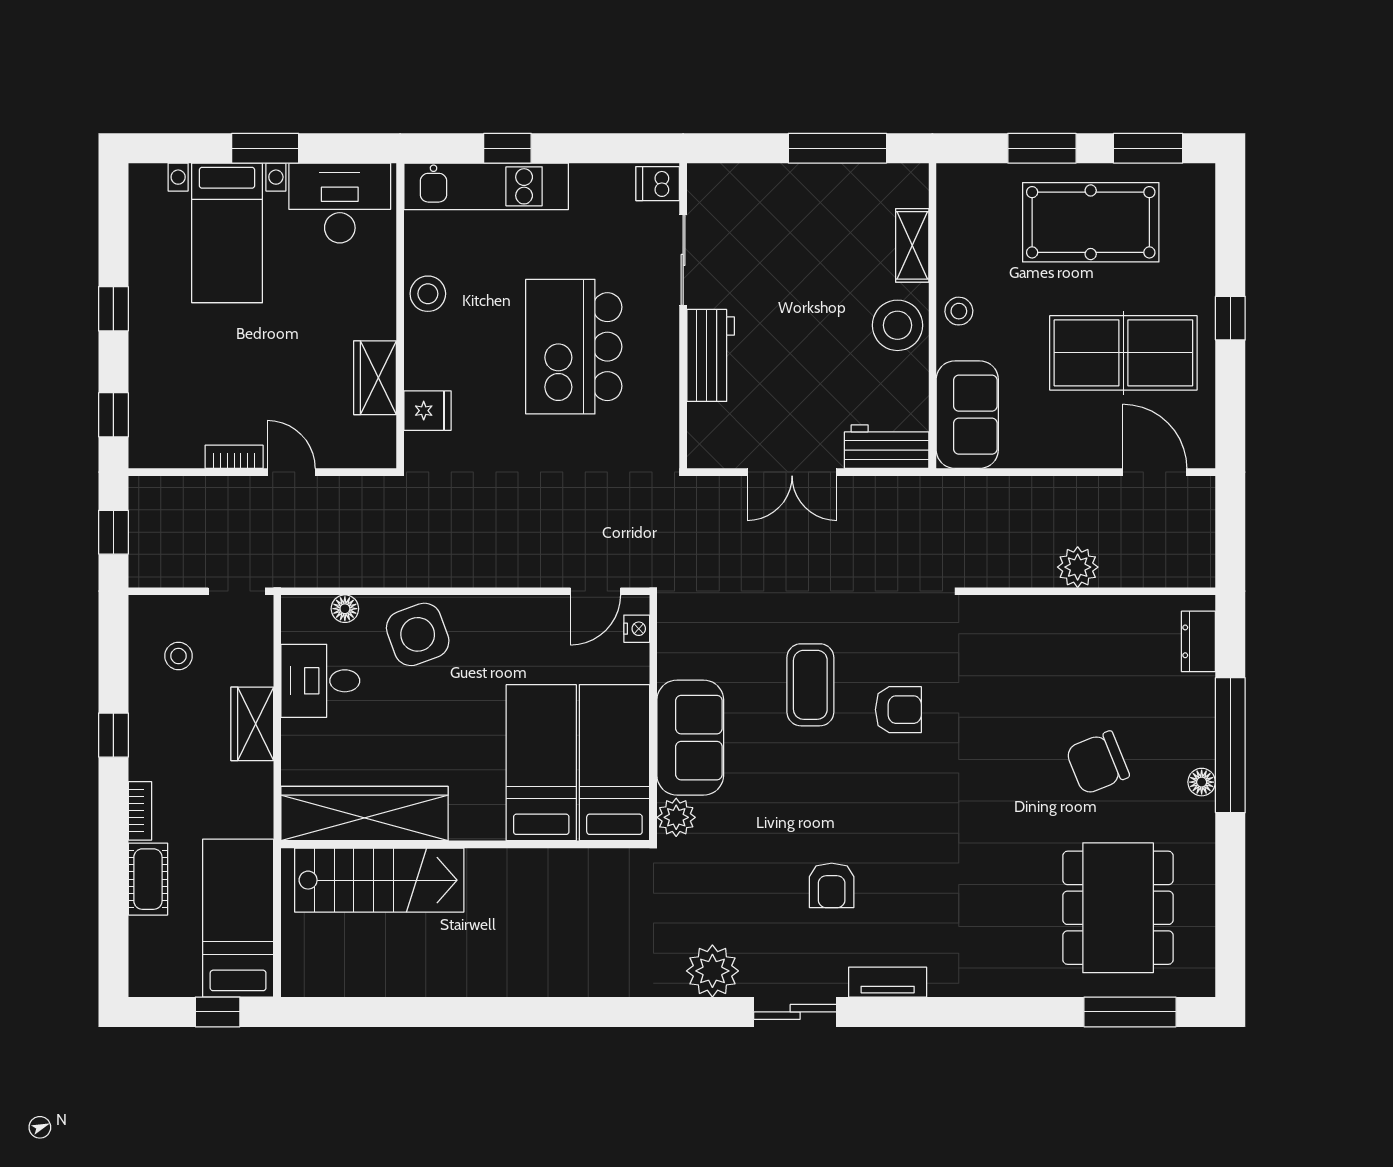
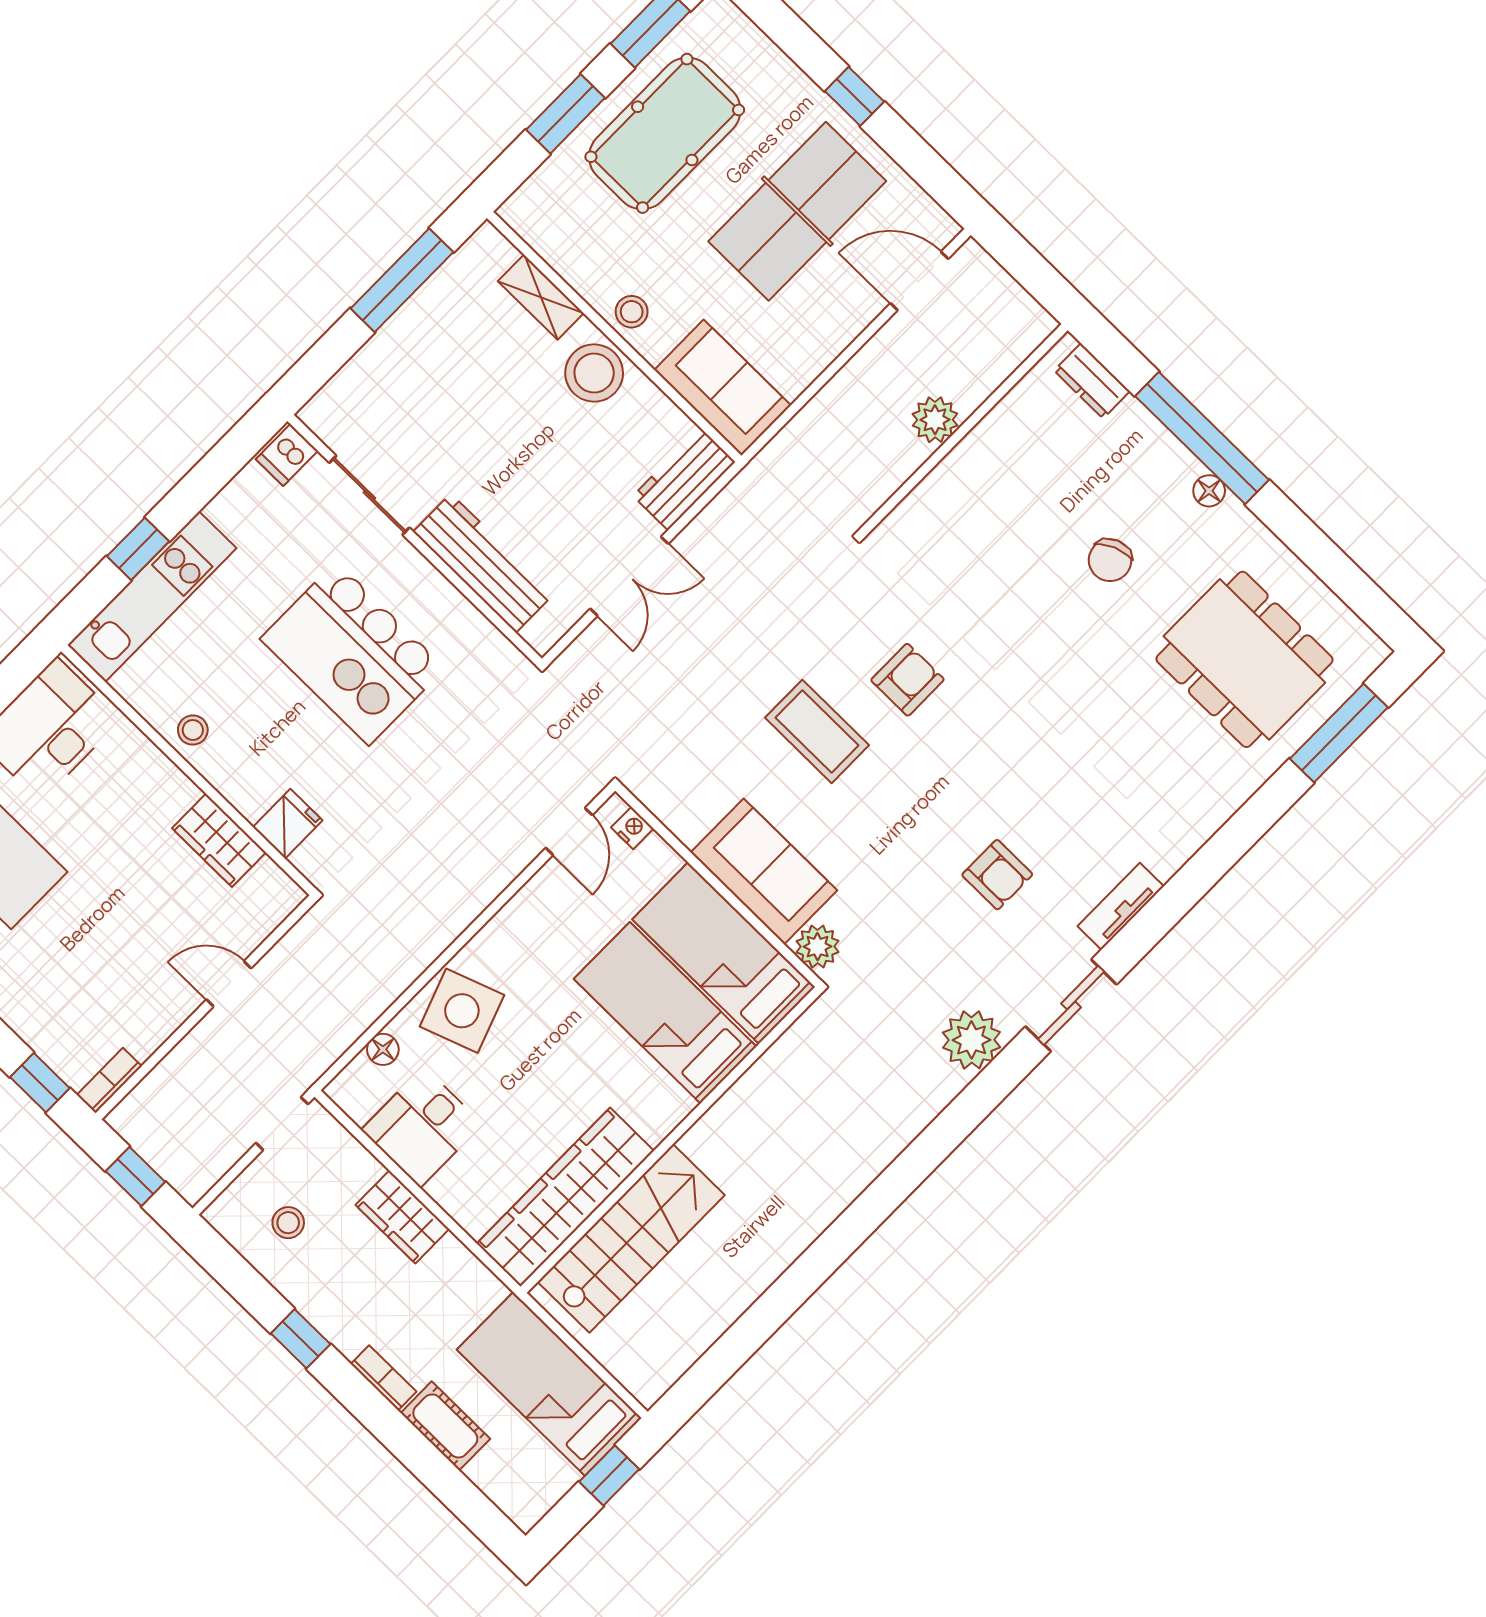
stool: (428, 294) -> (193, 730), width x0.73, depth x0.73
workbench: (711, 355) -> (483, 563), width x1.38
bookcase: (234, 457) -> (109, 1081), moved
chair: (1097, 763) -> (1110, 560), width x0.73, depth x0.73

